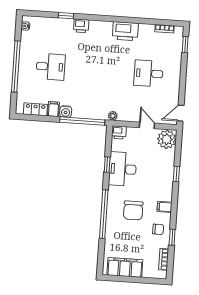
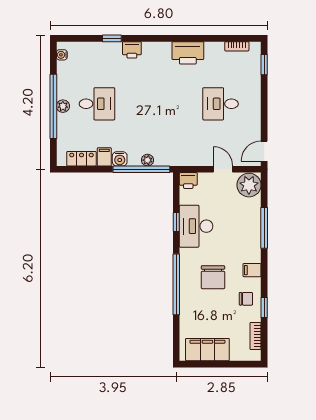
plant: (24, 67) -> (63, 106), added
plant: (113, 116) -> (147, 160), moved
window: (176, 174) -> (264, 228), width x2.17

